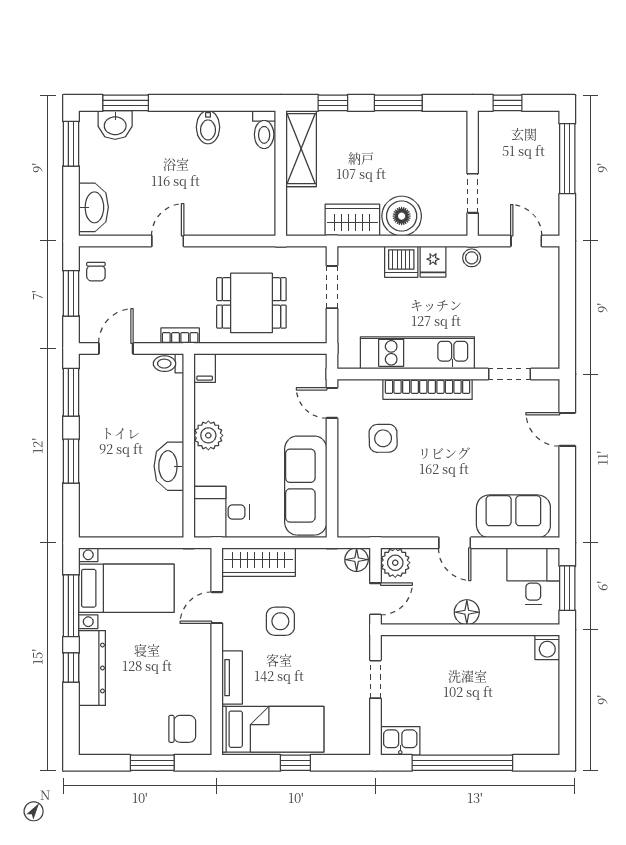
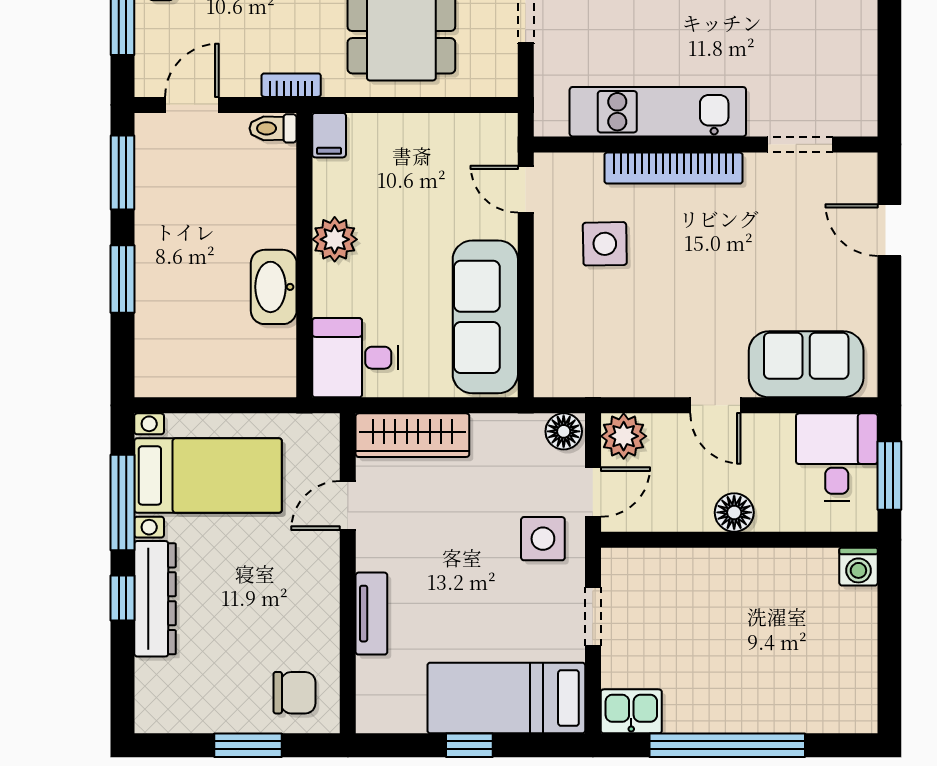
side table: (280, 621) -> (543, 539), moved
bed: (273, 729) -> (506, 698), moved, turned 180

